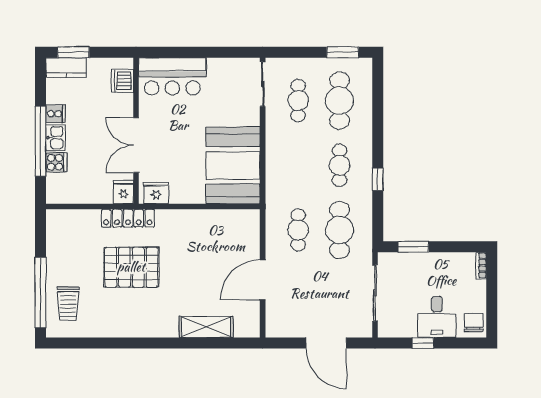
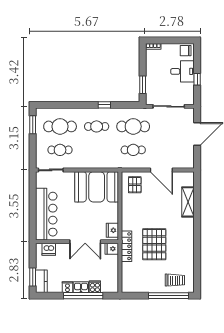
bar counter: (172, 76) -> (46, 214), width x1.36
pallet: (237, 233) -> (135, 185), added

